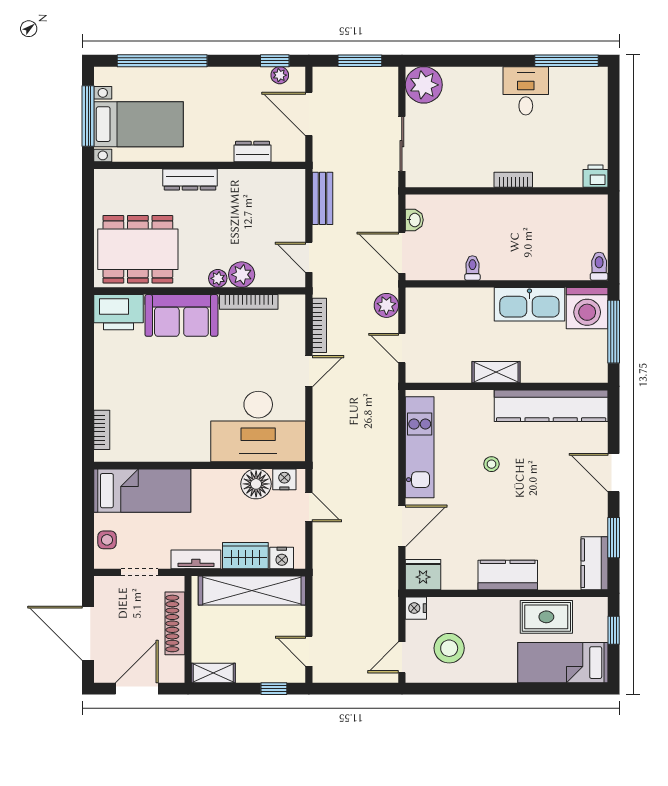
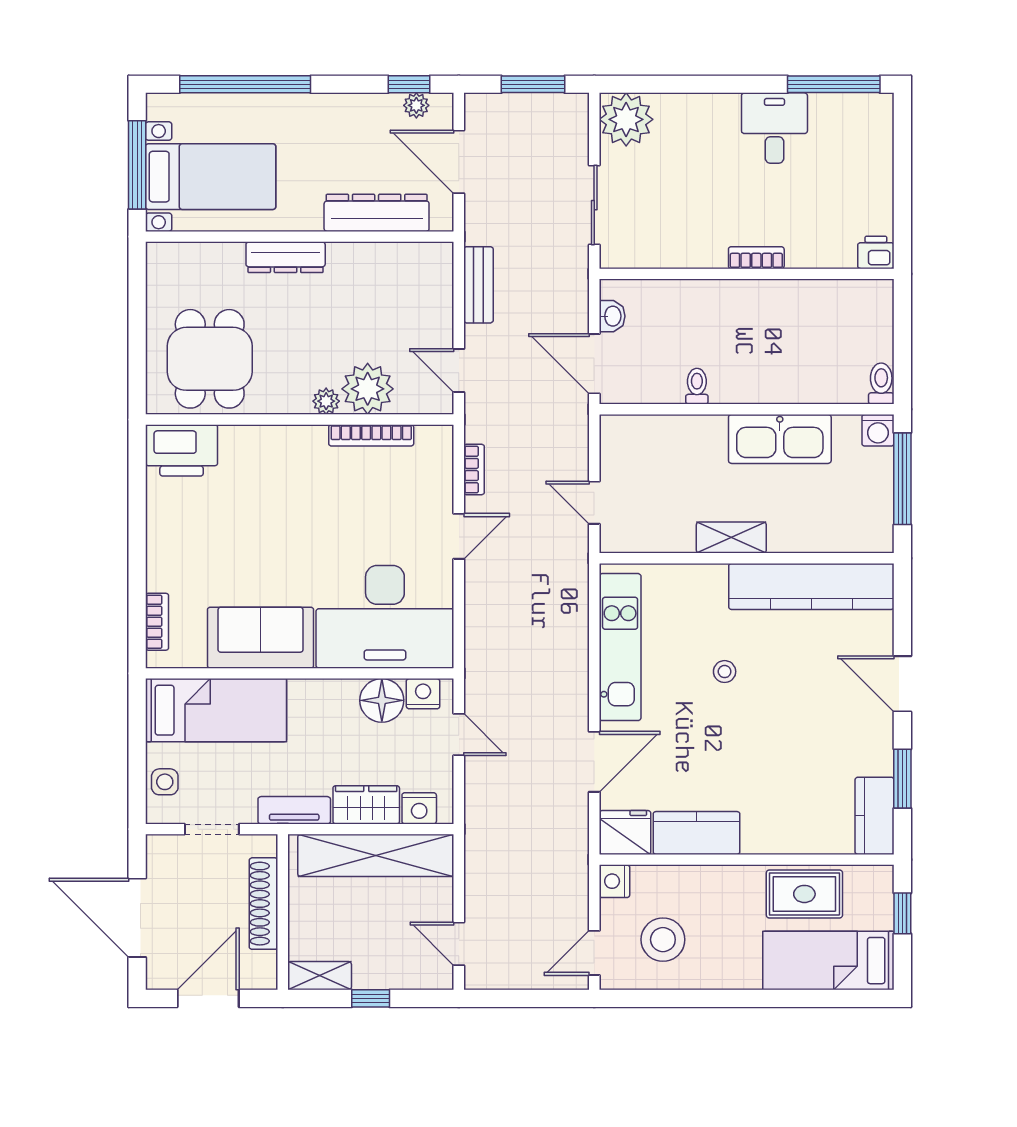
dresser: (253, 152) -> (377, 213), width x1.96, depth x1.24
dining table: (138, 249) -> (210, 359), width x0.73
plant: (242, 275) -> (368, 389), width x1.36, depth x1.36
plant: (386, 305) -> (572, 441), removed
washing machine: (587, 308) -> (878, 430), width x0.53, depth x0.53
sofa: (181, 315) -> (261, 638), moved, turned 180
bookcase: (319, 325) -> (474, 469), width x0.64
kitchen counter: (508, 575) -> (696, 833), moved
window: (274, 689) -> (371, 998), moved

